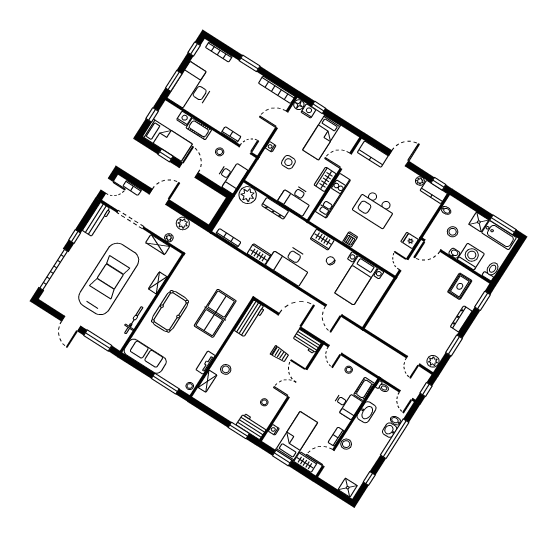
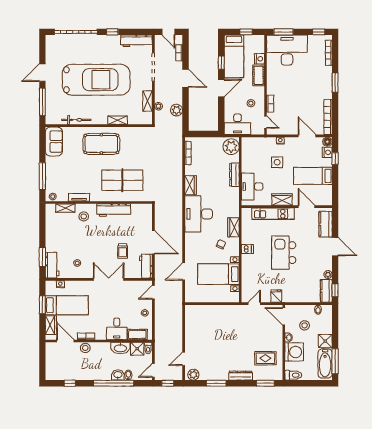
workbench: (250, 319) -> (114, 210), moved
sofa: (145, 356) -> (54, 142), width x0.73
shower: (348, 488) -> (137, 349), moved

